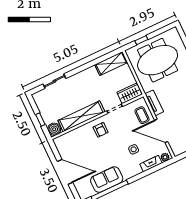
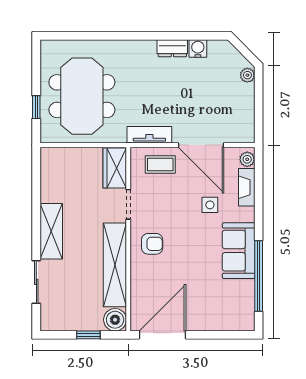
shelving: (111, 63) -> (51, 231), moved
door: (161, 131) -> (201, 145), hinge flipped
door: (65, 172) -> (163, 335), moved
sofa: (107, 180) -> (239, 251), moved

